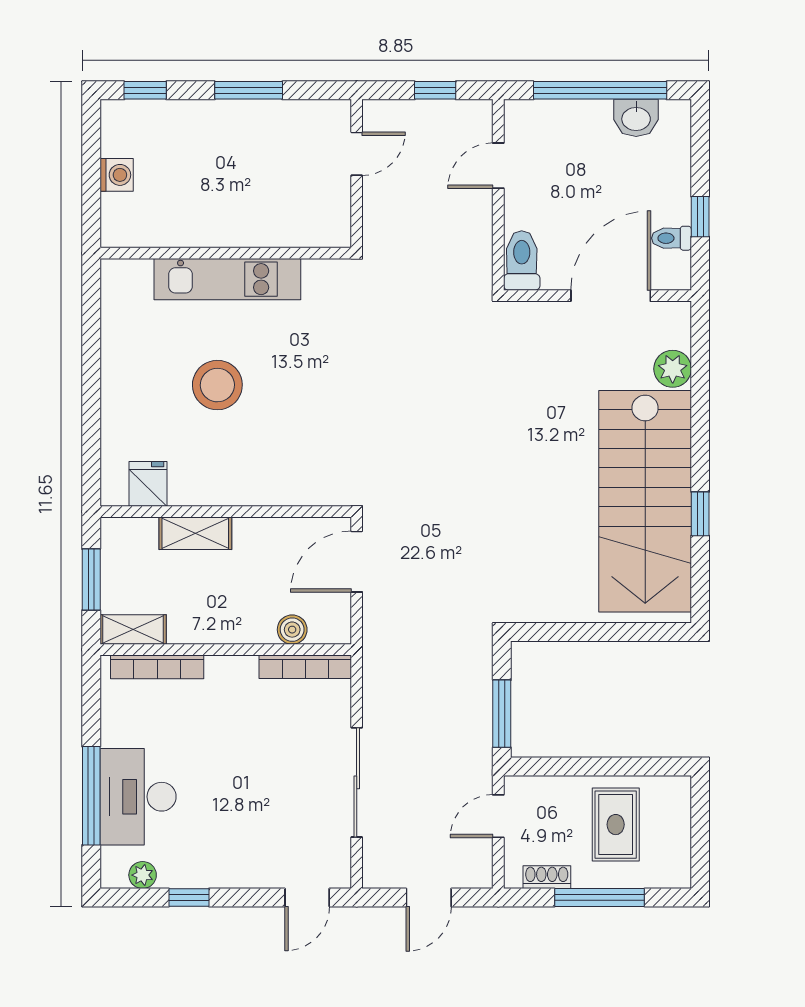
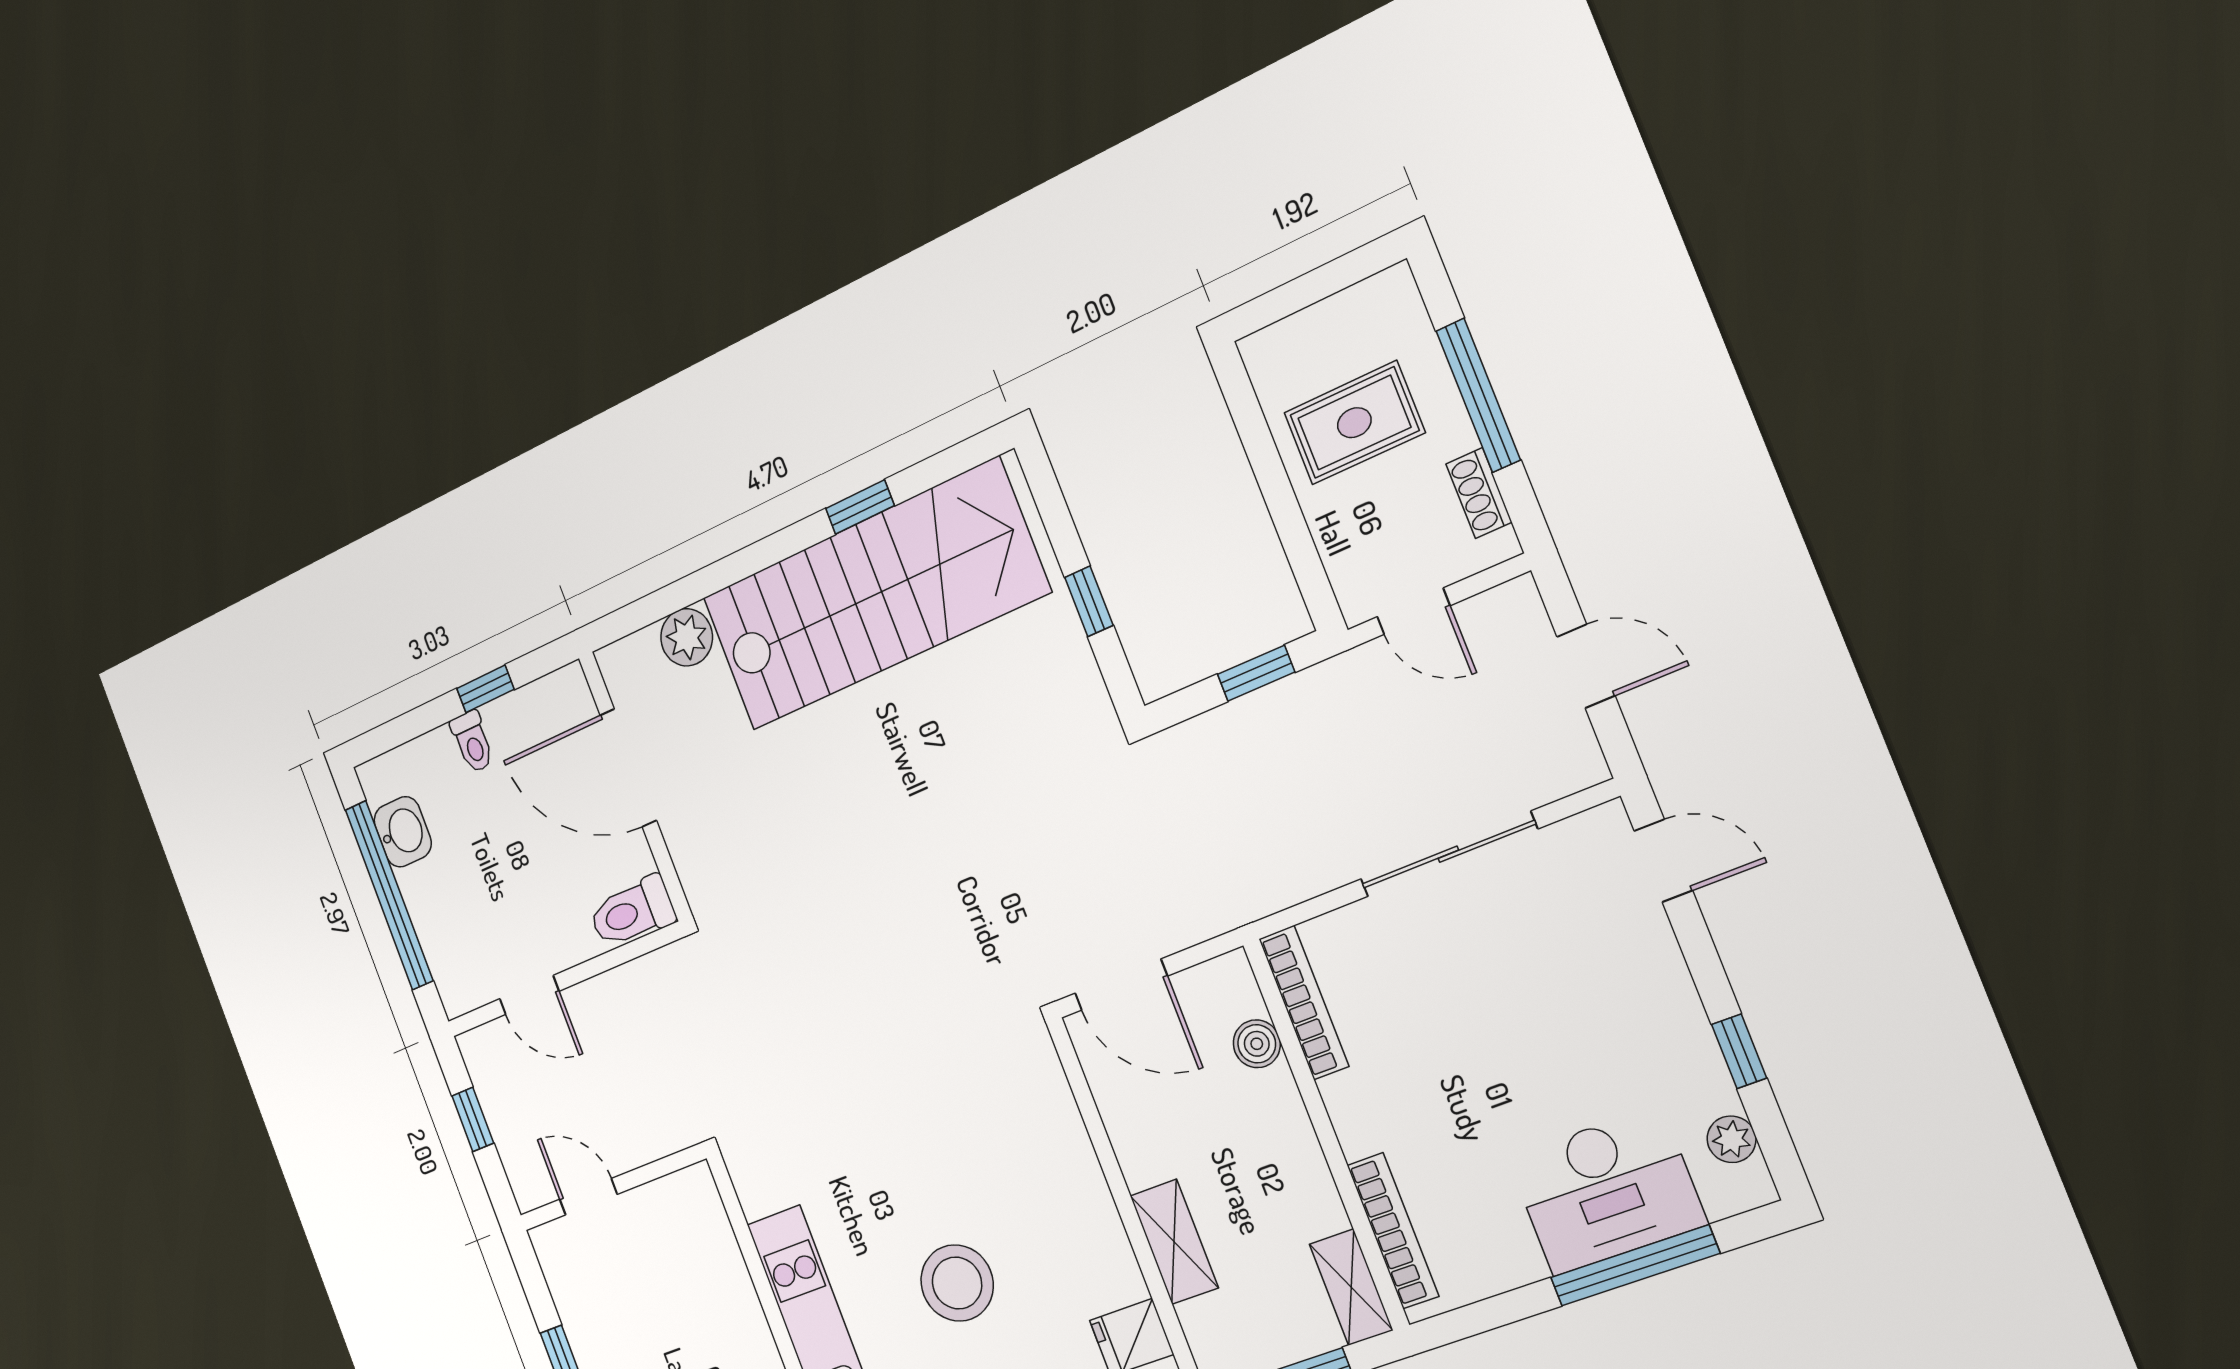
toilet: (672, 238) -> (472, 742), moved
window: (584, 632) -> (1089, 601), added
window: (502, 714) -> (1256, 673), width x0.67

